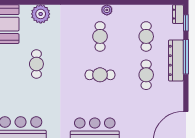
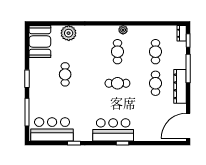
dresser: (176, 60) -> (180, 86), moved

